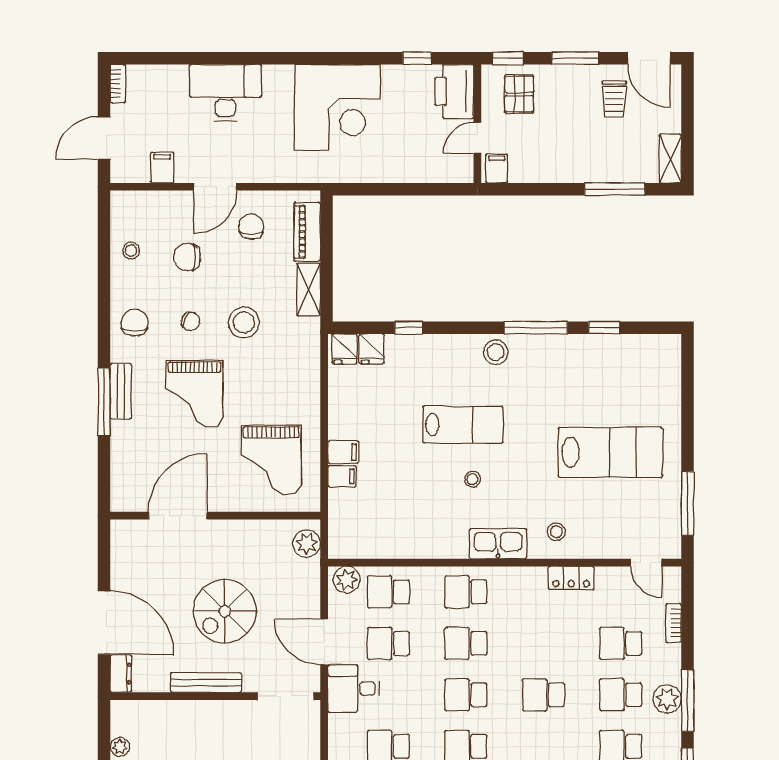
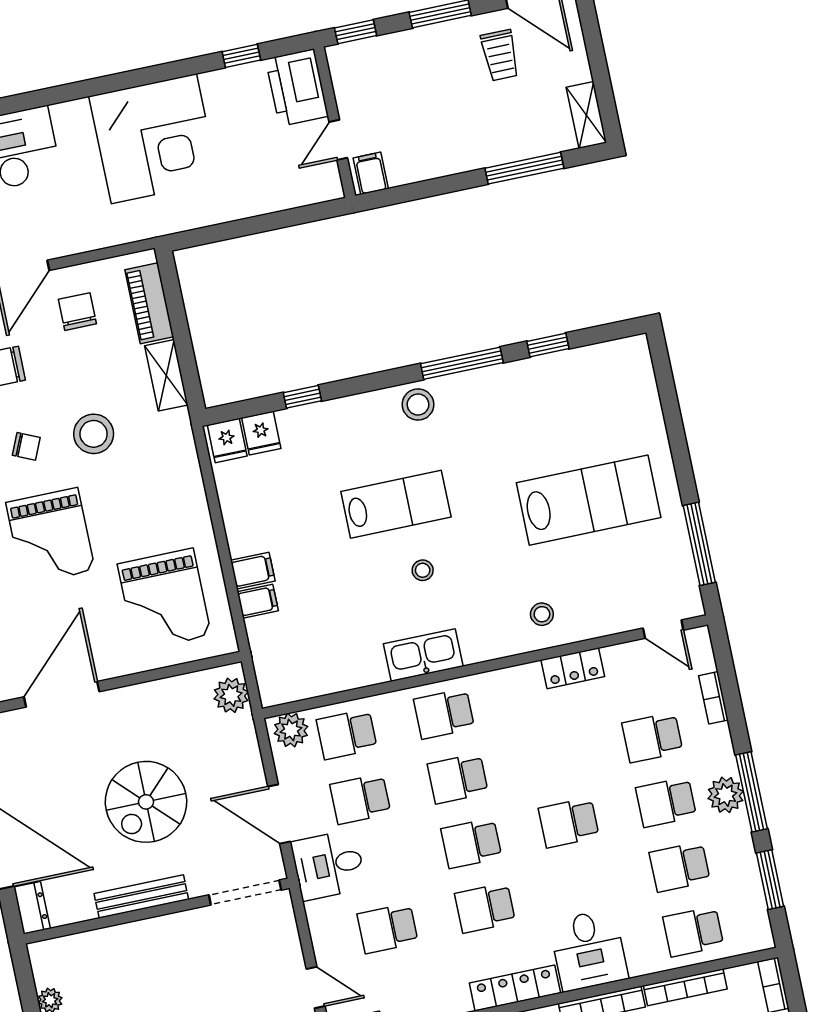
pallet: (519, 94) -> (379, 74), removed
kitchen sink: (498, 544) -> (423, 655), moved

